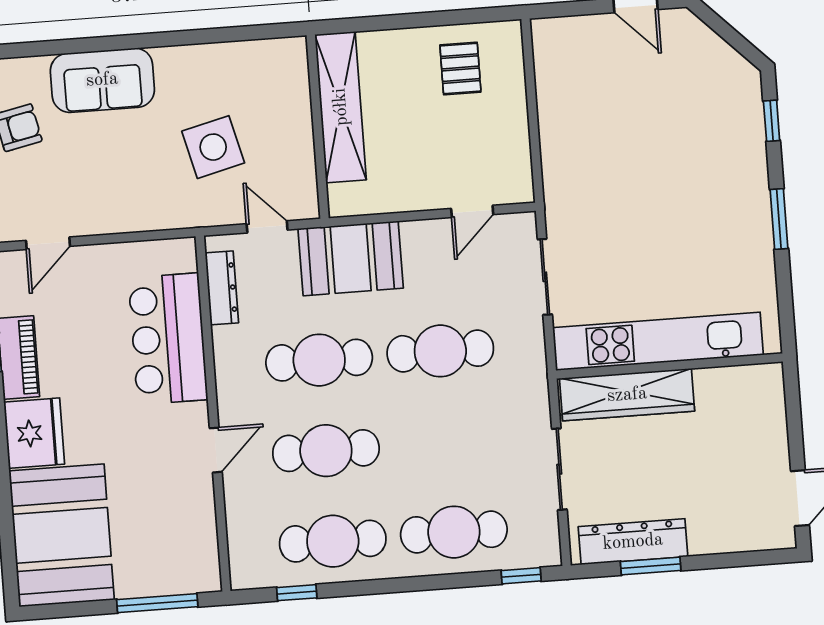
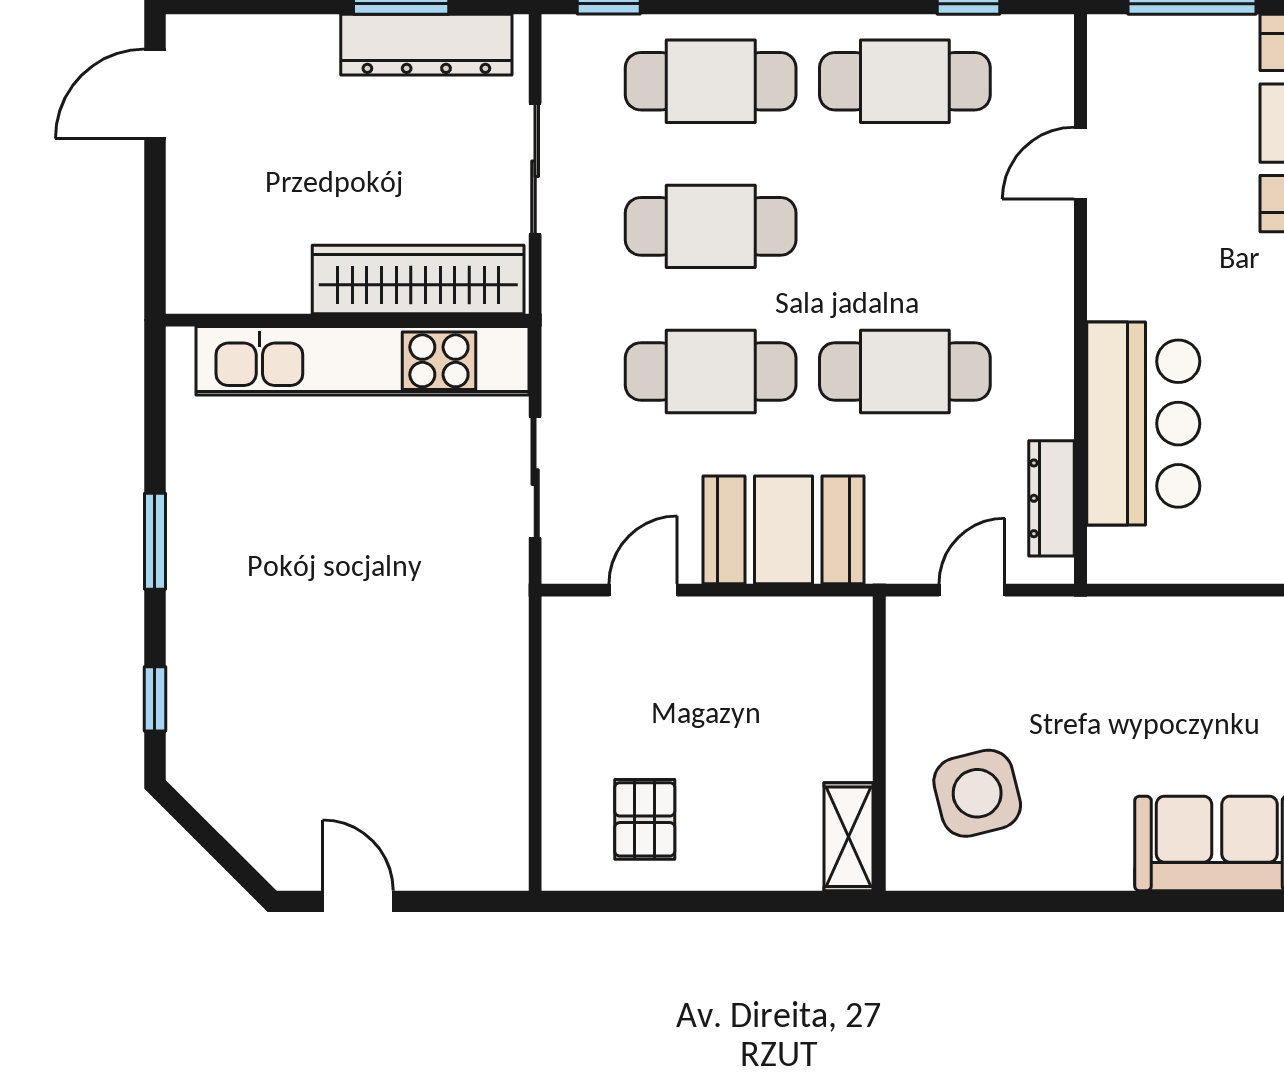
shelving: (341, 107) -> (849, 837), width x0.45, depth x0.75
side table: (213, 147) -> (977, 793), moved
door: (267, 227) -> (972, 590), swing flipped
booth: (351, 258) -> (784, 530), moved
door: (216, 450) -> (1080, 163), moved
cafe table: (326, 451) -> (711, 226), moved

